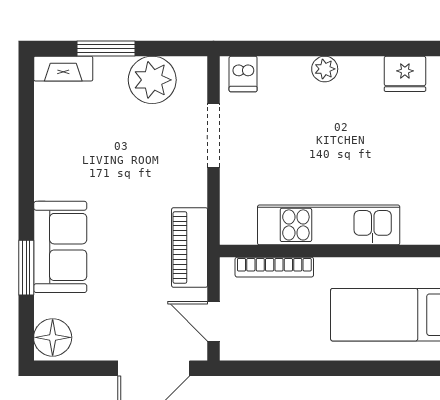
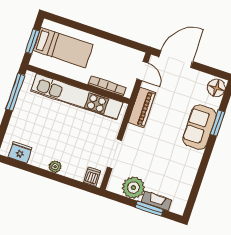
fireplace: (63, 69) -> (157, 201), moved
kitchen unit: (329, 225) -> (77, 97), width x1.36

